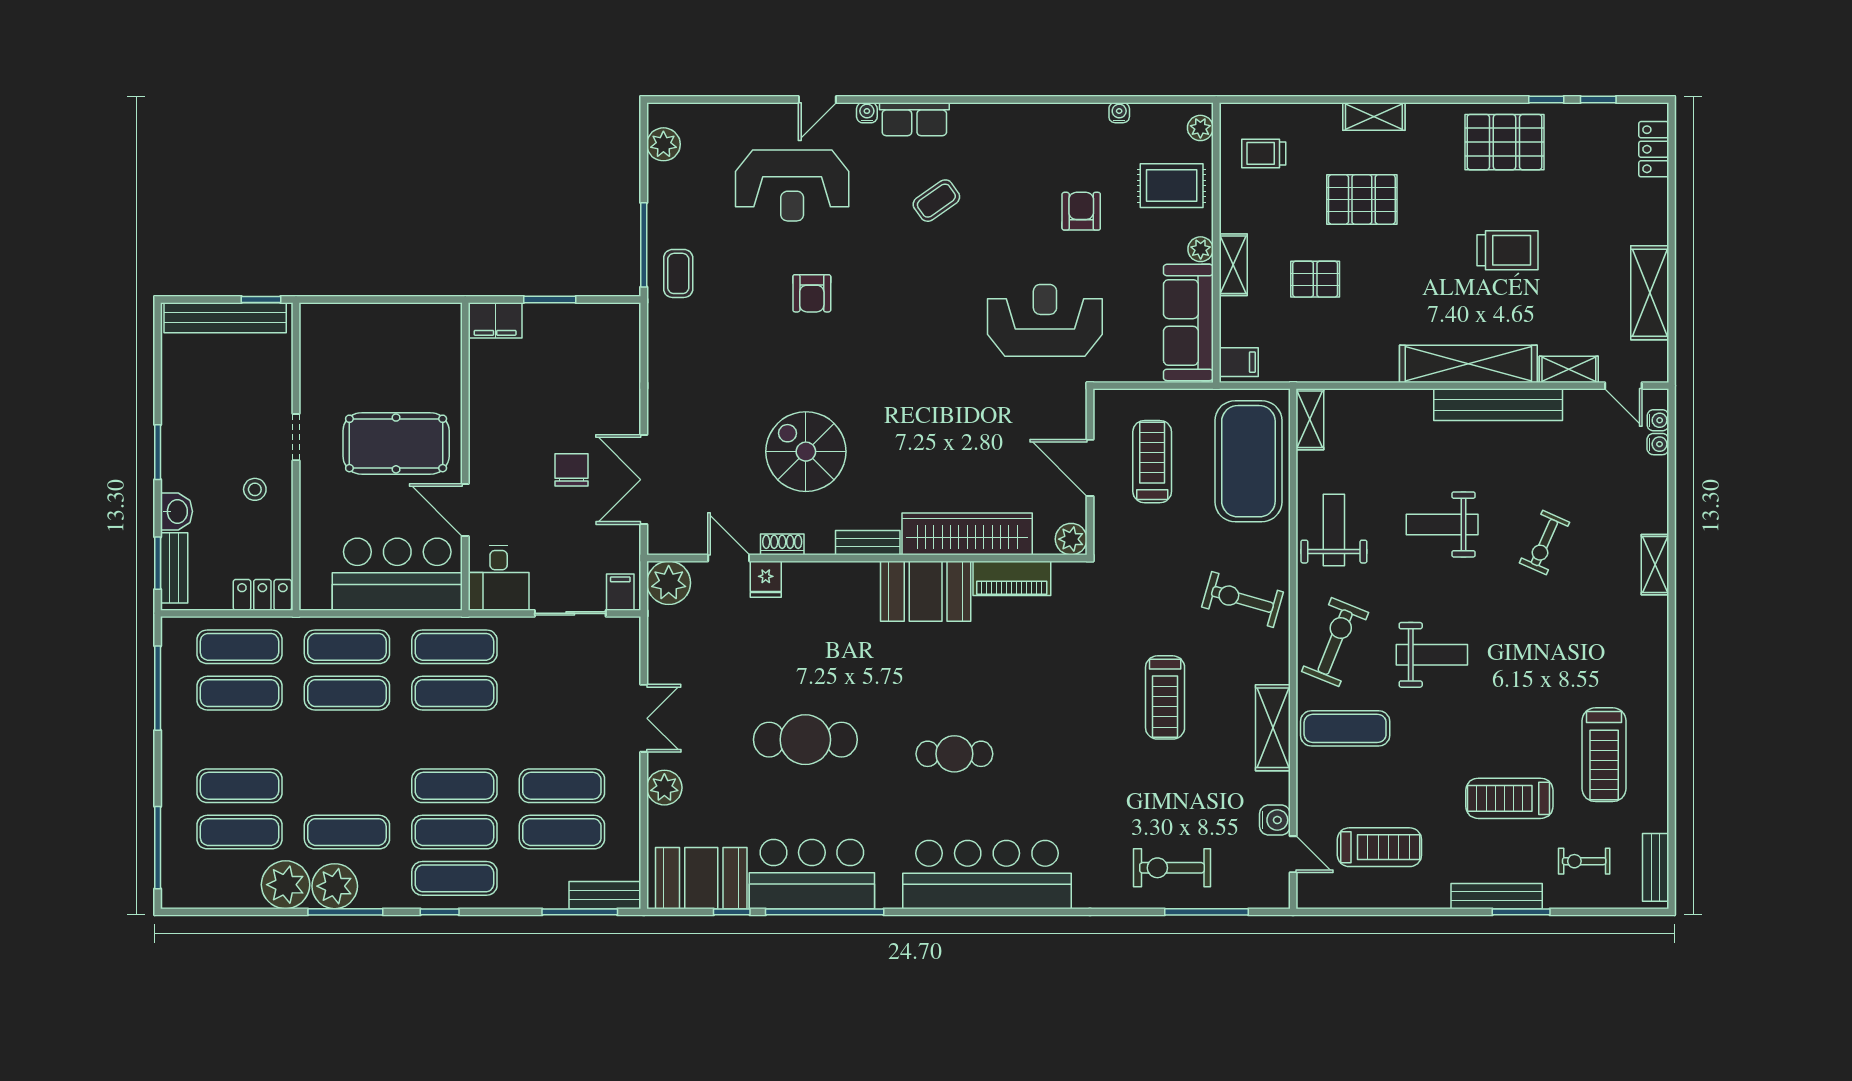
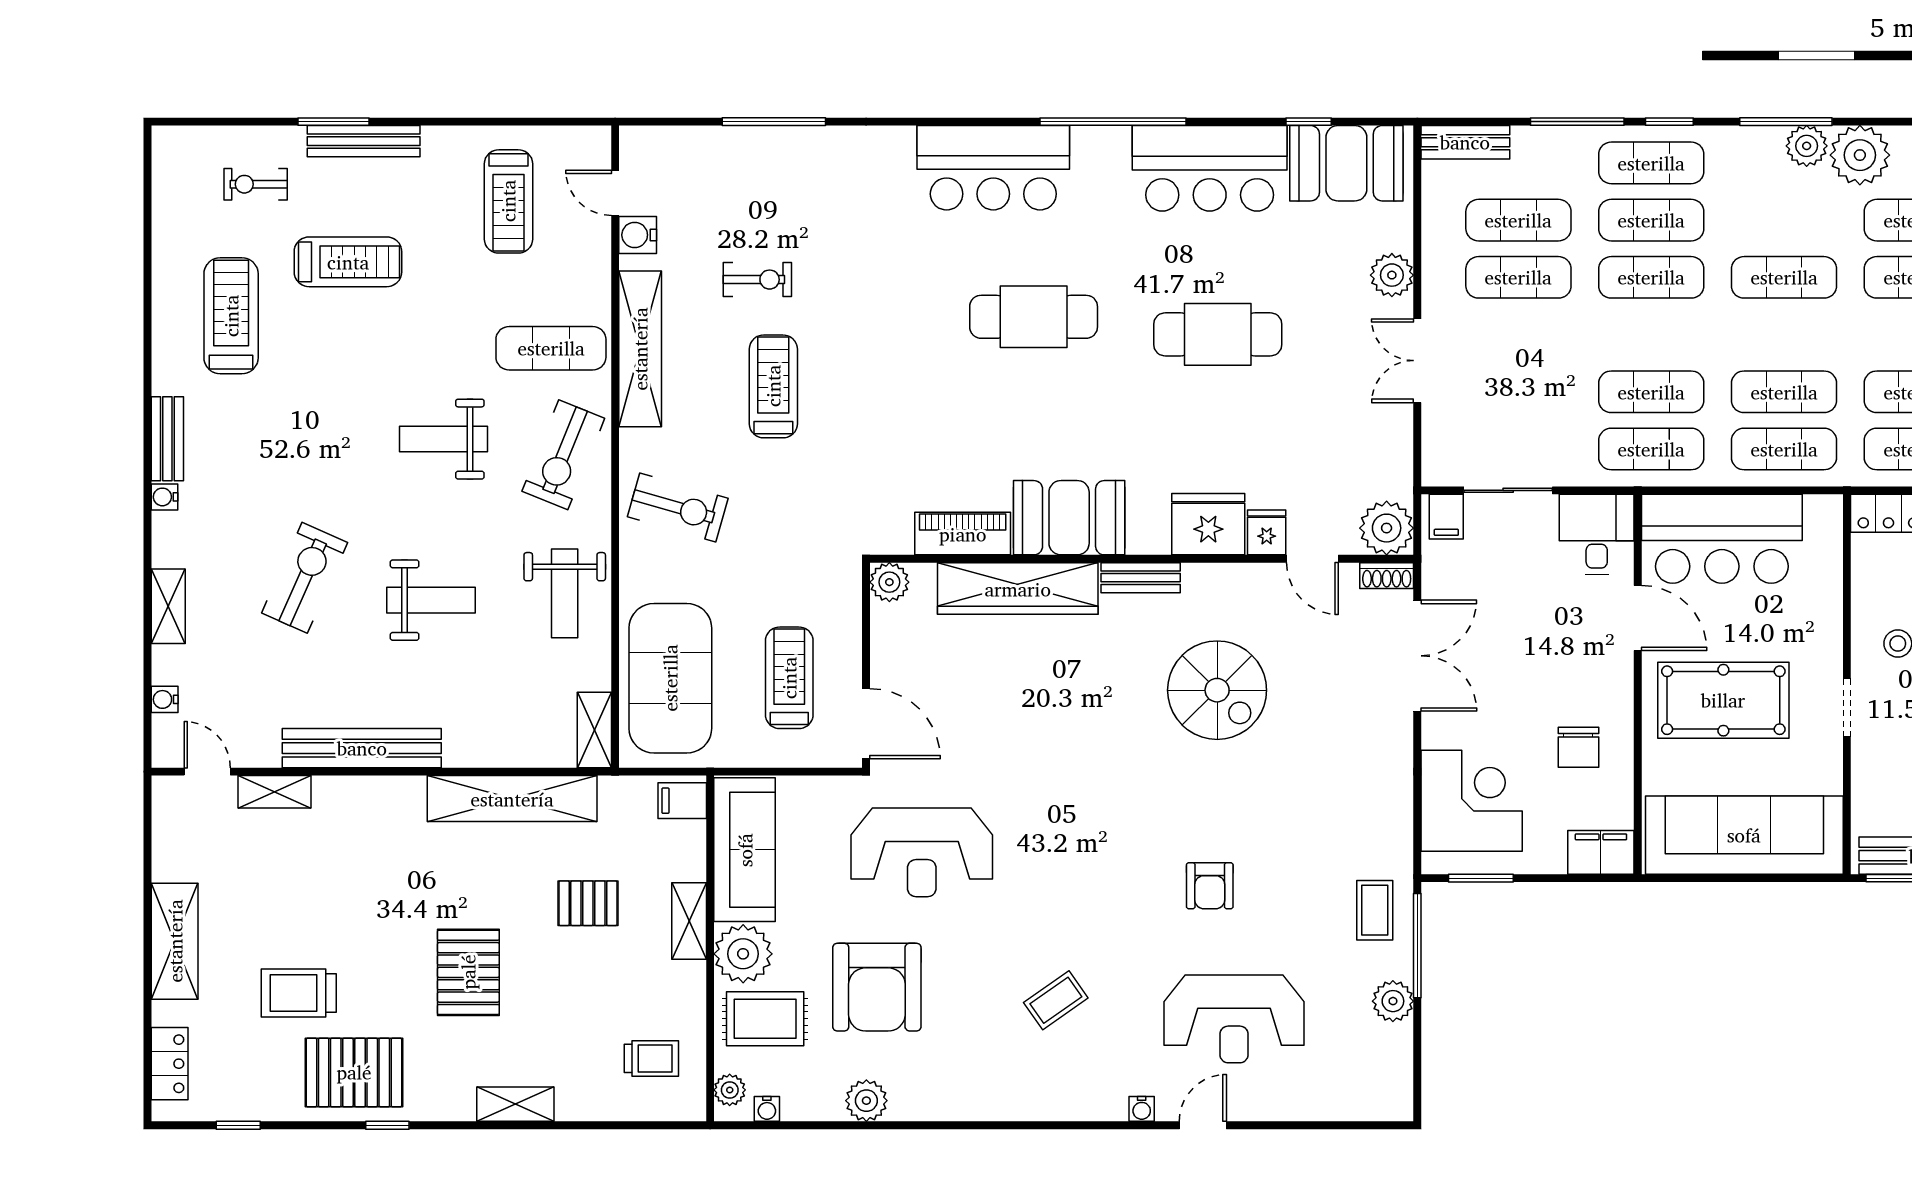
window: (1546, 99) -> (387, 1125), moved
water cooler: (1119, 113) -> (767, 1109), moved
row of seats: (914, 119) -> (1083, 1101), removed
plant: (1090, 119) -> (866, 1101), added
plant: (663, 144) -> (1393, 1001), moved
reception desk: (792, 185) -> (1234, 1019), turned 180
pallet: (1362, 199) -> (468, 972), moved, turned 90
armchair: (1081, 211) -> (877, 987), width x1.88, depth x1.88
plant: (1201, 249) -> (743, 954), width x1.88, depth x1.88
trolley: (1507, 250) -> (299, 993), moved
armchair: (812, 293) -> (1210, 886), turned 180
shelving: (1650, 293) -> (175, 941), moved
window: (550, 299) -> (1481, 878), moved
sofa: (379, 334) -> (1744, 835), added
corner desk: (600, 362) -> (1472, 801), added
shelving: (1468, 364) -> (512, 799), moved
water cooler: (1658, 420) -> (164, 497), moved
treadmill: (1152, 462) -> (789, 678), turned 180
door: (1090, 468) -> (866, 724), moved
chair: (572, 470) -> (1578, 747), moved
exercise bike: (1544, 543) -> (305, 578), width x1.38, depth x1.39
shoe rack: (782, 544) -> (1387, 576), moved
shelving: (1655, 565) -> (168, 606), moved
fridge: (813, 586) -> (1208, 524), added
shelving: (1273, 728) -> (640, 349), width x1.47
cafe table: (954, 754) -> (1034, 317), width x1.37, depth x1.35
exercise mat: (347, 832) -> (1784, 277), moved
treadmill: (1379, 847) -> (508, 201), turned -90
exercise bike: (1584, 861) -> (256, 184), turned 180
bench: (1656, 867) -> (167, 439), moved
exercise bike: (1172, 868) -> (757, 280), moved, width x0.73, depth x0.72
bar counter: (987, 875) -> (993, 168), width x0.73
plant: (335, 886) -> (1807, 146), width x0.73, depth x0.73
window: (580, 912) -> (1577, 122), moved
window: (825, 912) -> (1113, 122), moved
window: (1206, 912) -> (774, 122), moved

